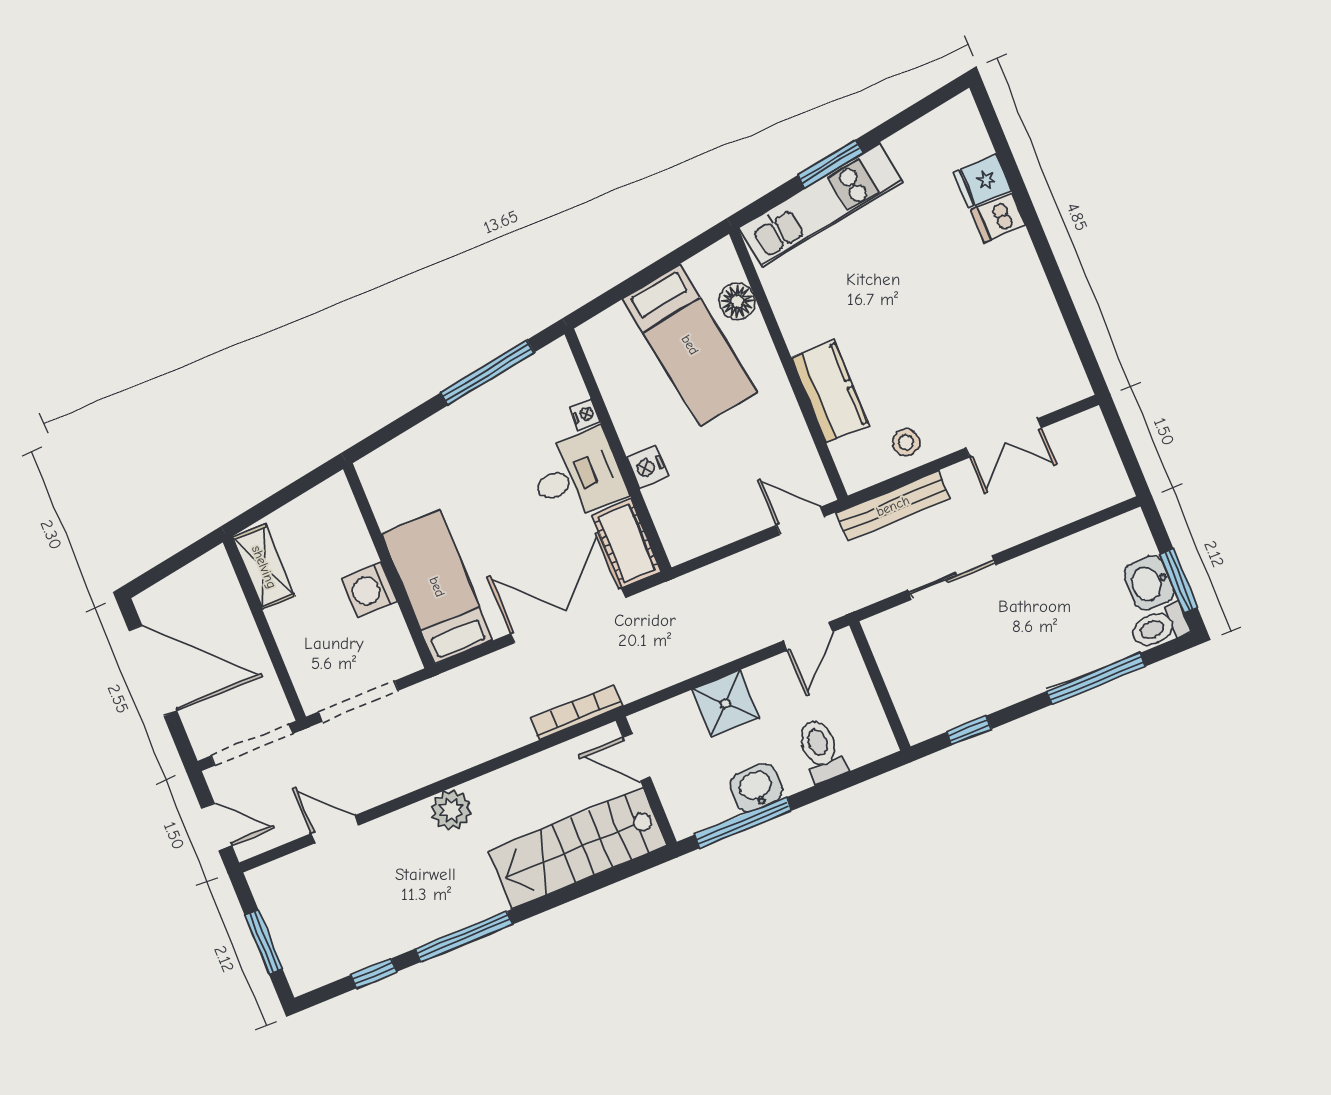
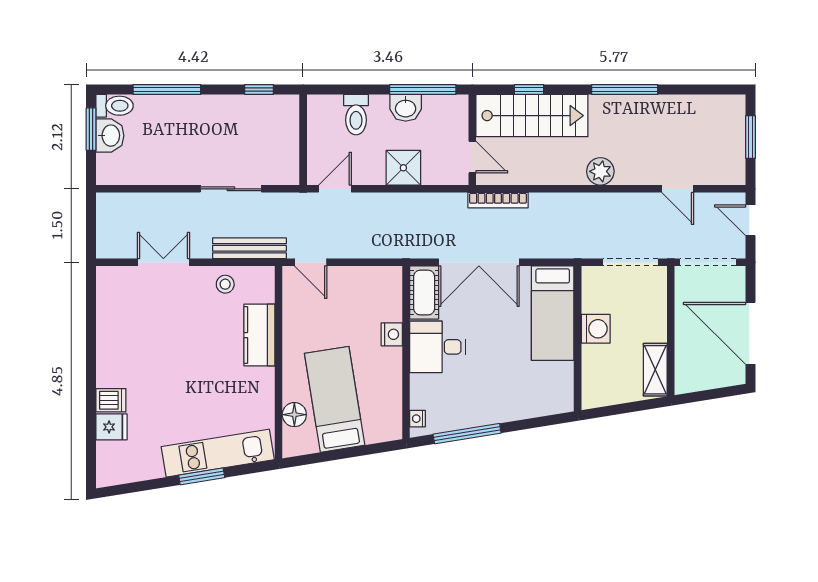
nightstand: (585, 414) -> (418, 419), moved
window: (374, 973) -> (529, 89), moved

